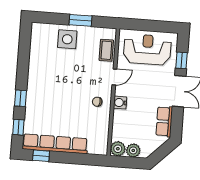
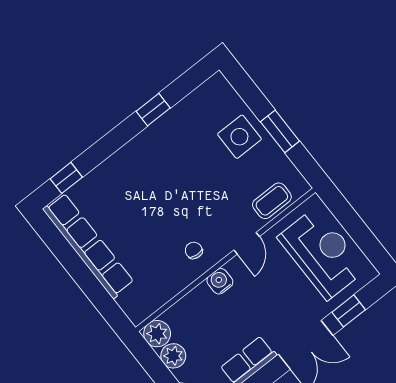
door: (114, 77) -> (247, 243), hinge flipped
window: (21, 98) -> (153, 110), moved
window: (41, 156) -> (56, 242), removed

